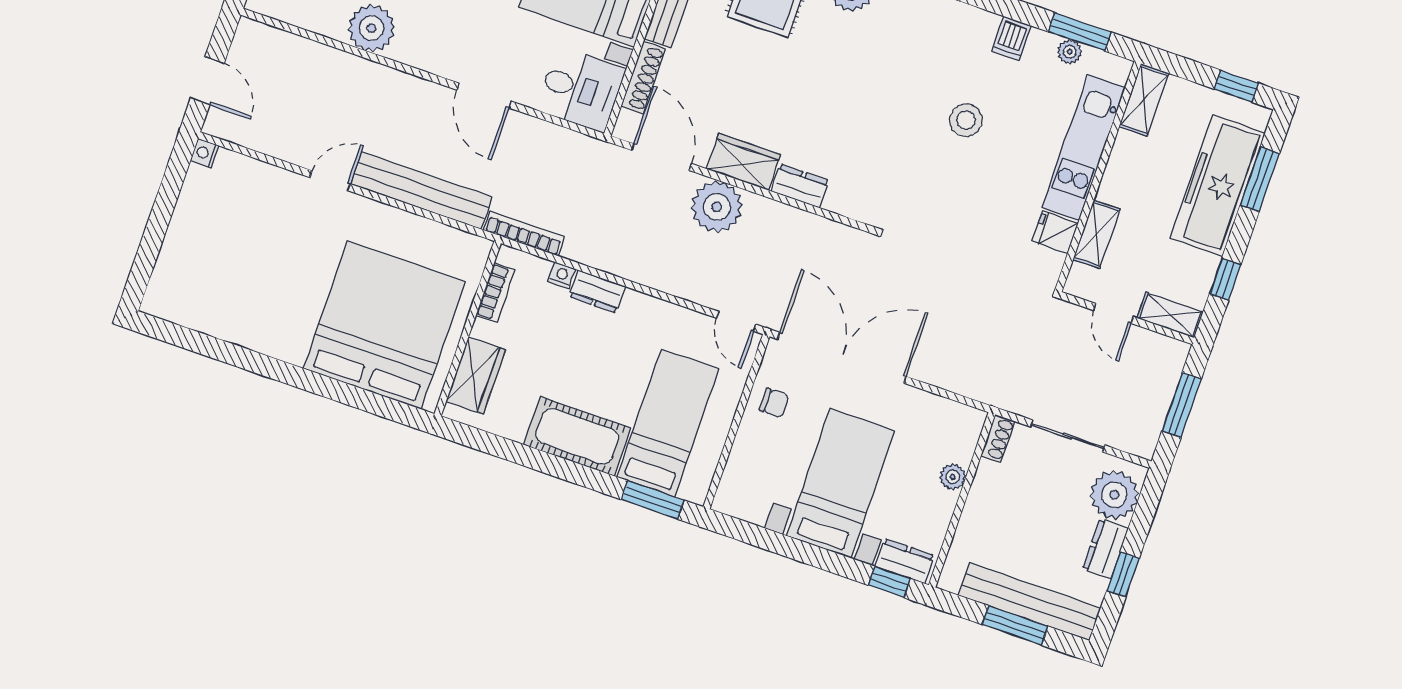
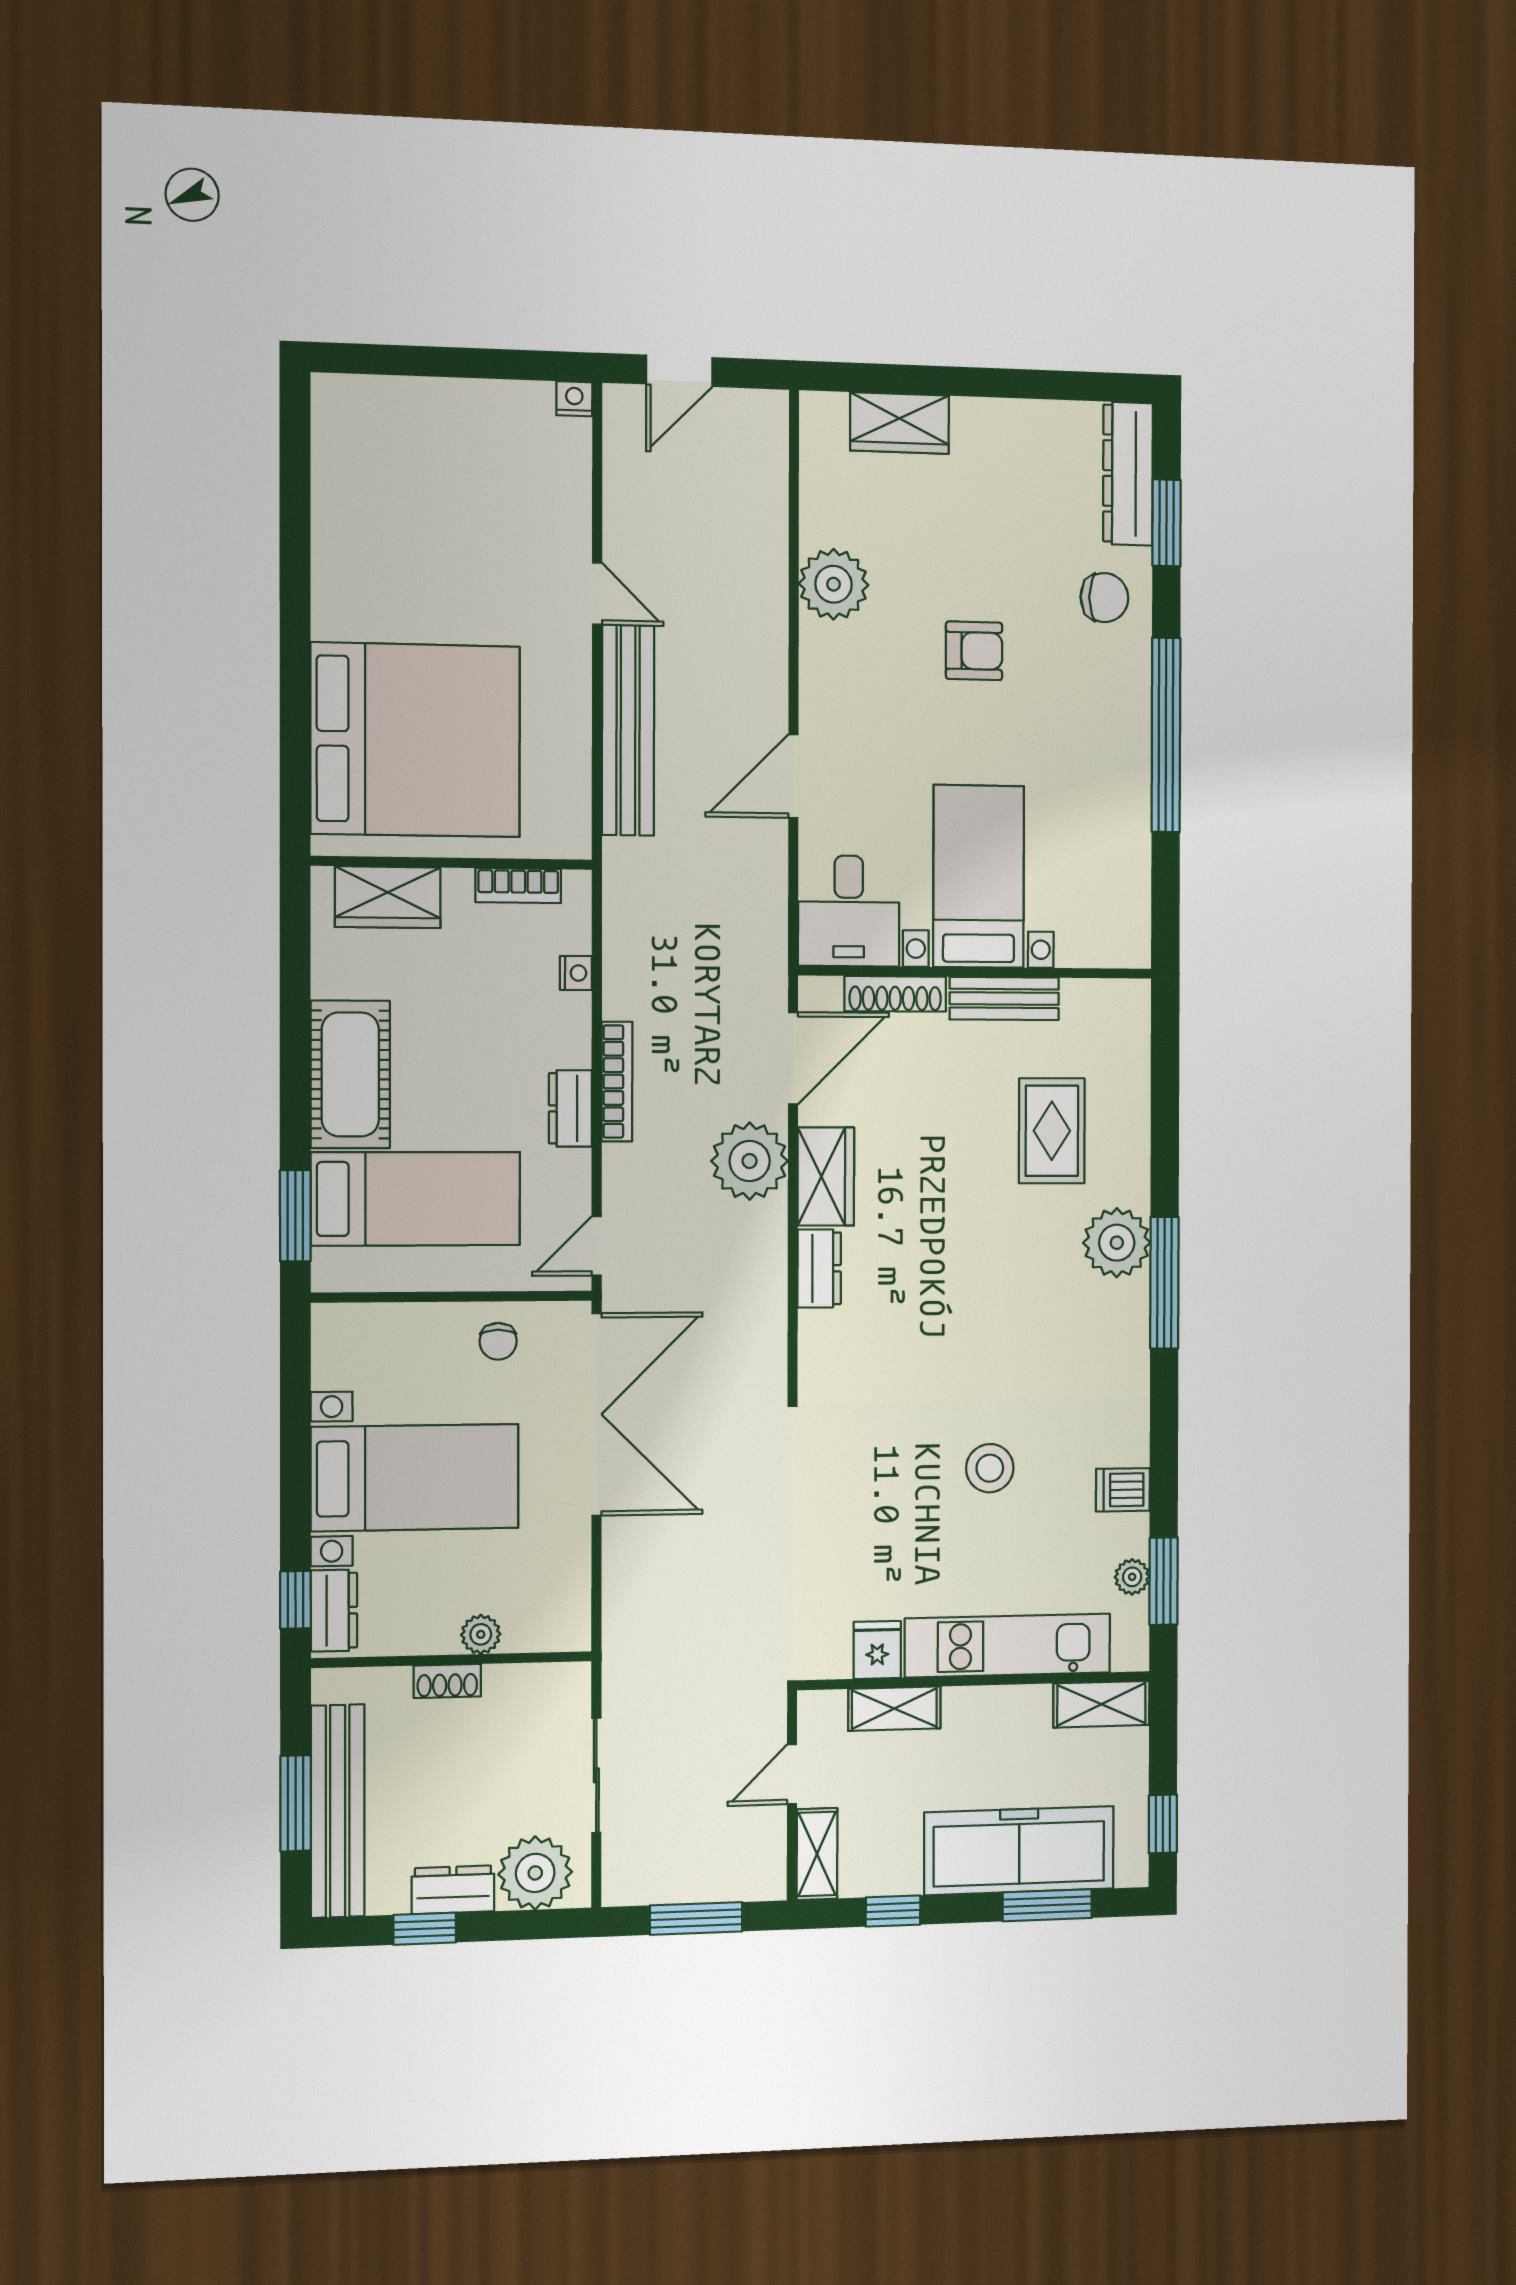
bookcase: (524, 234) -> (617, 1082), moved
dresser: (597, 292) -> (570, 1108), moved
shoe rack: (998, 438) -> (447, 1681), moved

